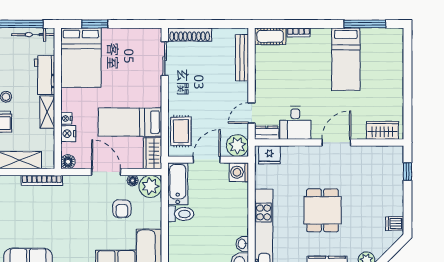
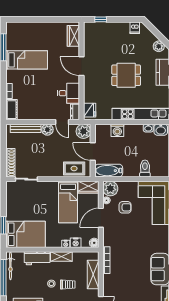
plant: (240, 91) -> (47, 130), added
washing machine: (239, 172) -> (117, 130), moved
toilet: (181, 214) -> (145, 169), moved

